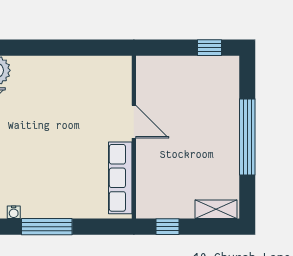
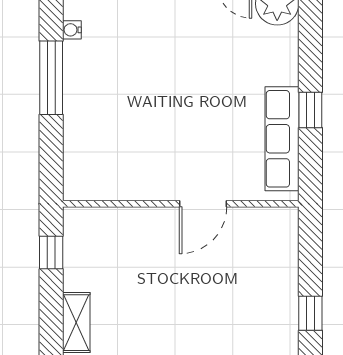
window: (69, 48) -> (310, 110), added
row of seats: (120, 178) -> (282, 139), moved, turned -90

